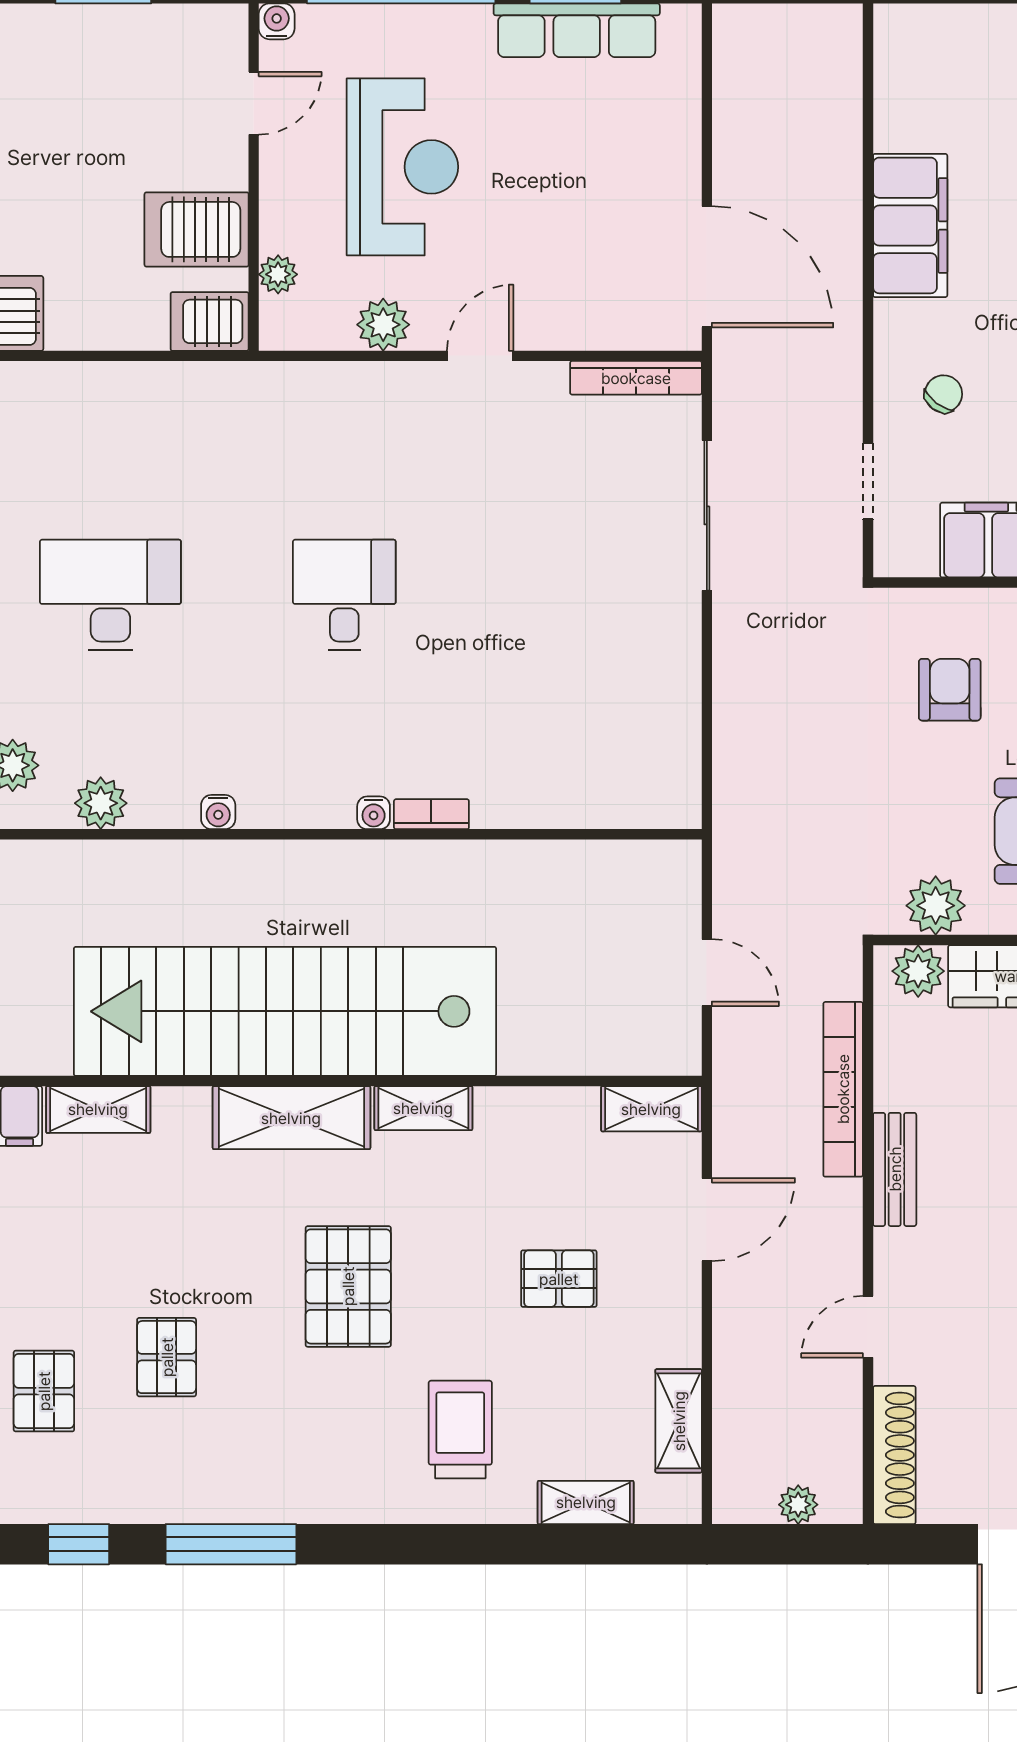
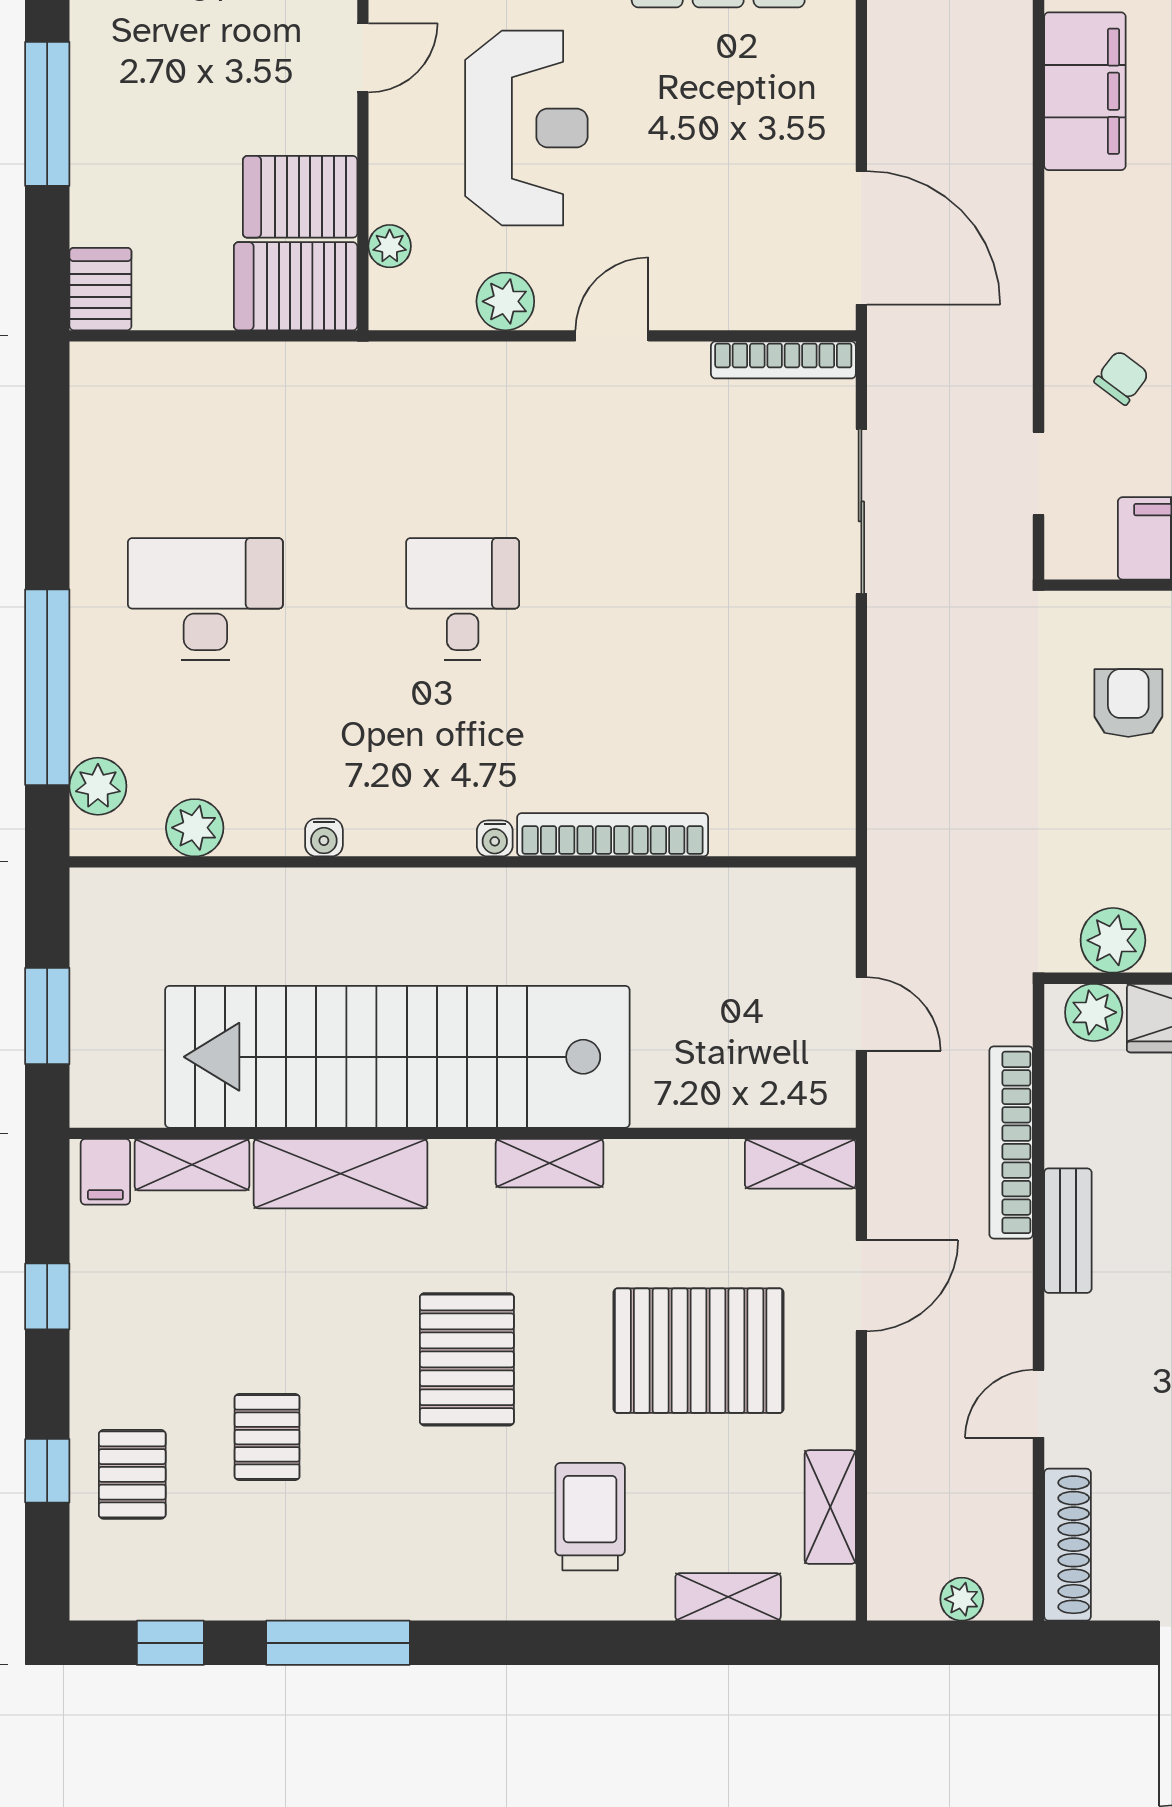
filing cabinet: (910, 225) -> (1085, 91), moved
server rack: (210, 321) -> (296, 286), width x1.36, depth x1.44
bookcase: (431, 814) -> (613, 835), width x2.31, depth x1.31
shelving: (291, 1118) -> (341, 1174), moved
pallet: (559, 1279) -> (699, 1351), width x2.05, depth x2.00

